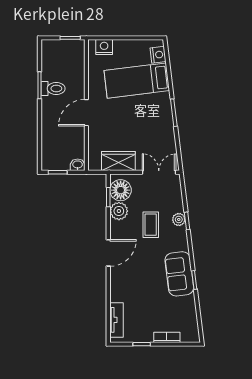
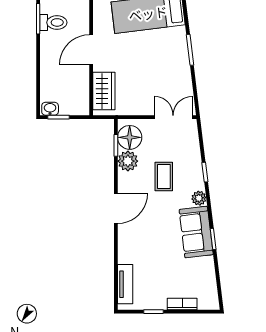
wardrobe: (118, 161) -> (104, 91), moved, turned 90
washbasin: (78, 165) -> (50, 109), moved
plant: (179, 219) -> (199, 198), moved

